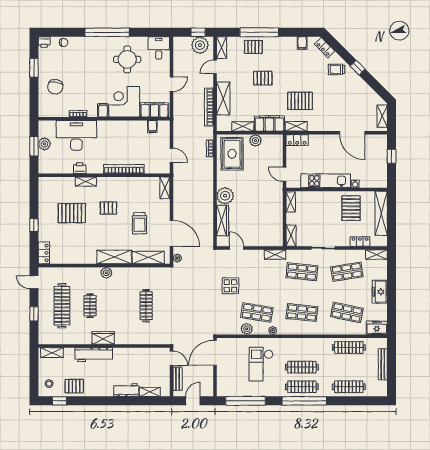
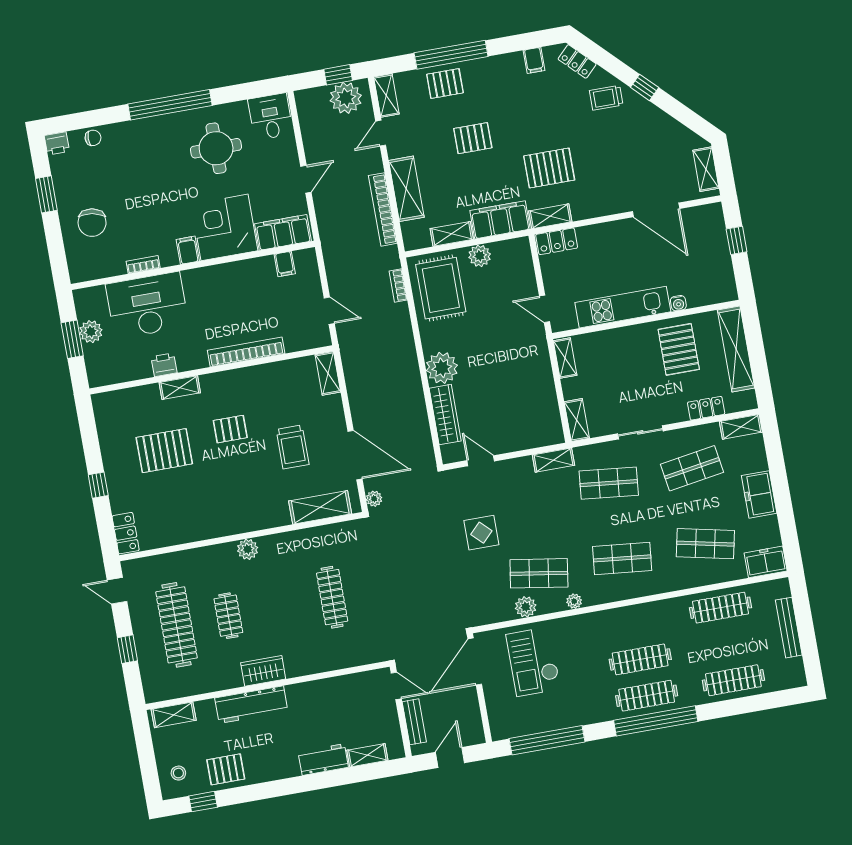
shelving: (114, 257) -> (257, 518), removed
checkout: (261, 364) -> (533, 662), moved

